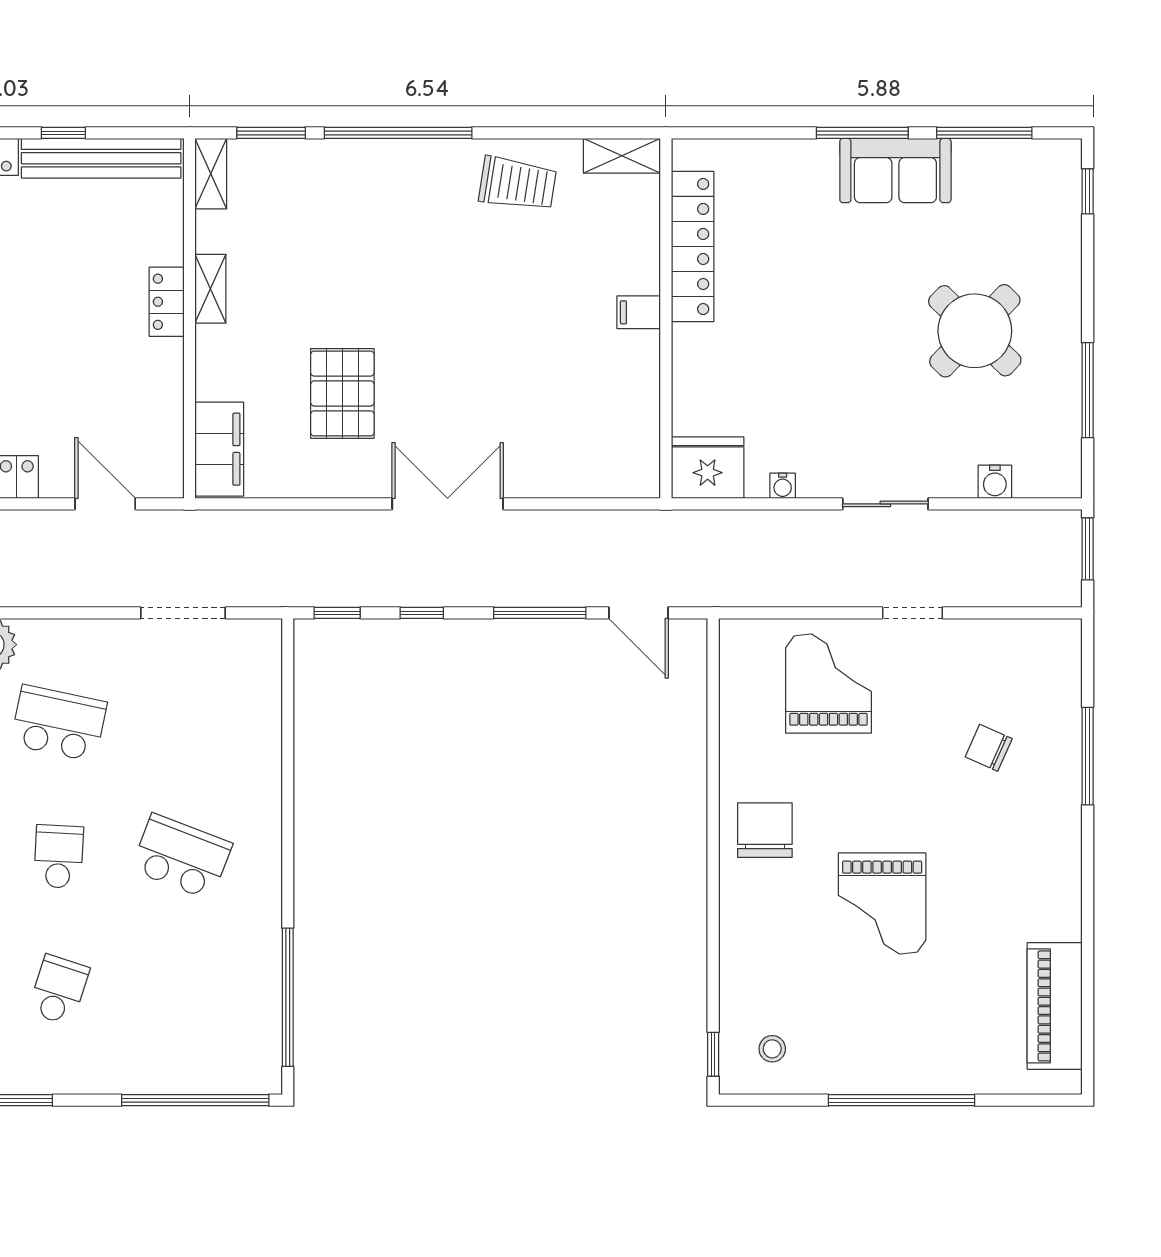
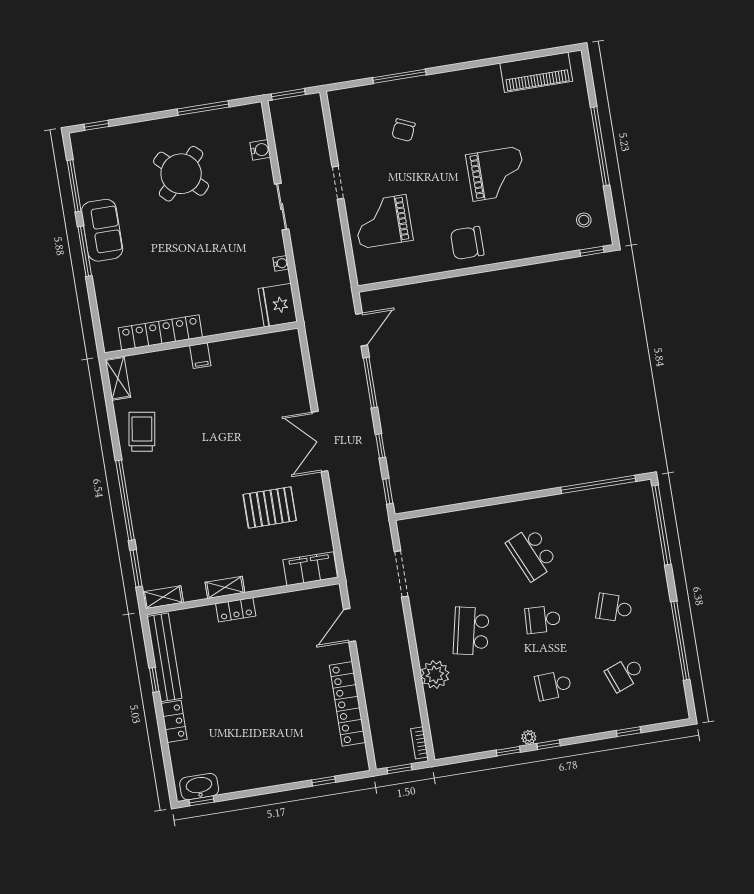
school desk: (182, 857) -> (532, 554), turned -45

